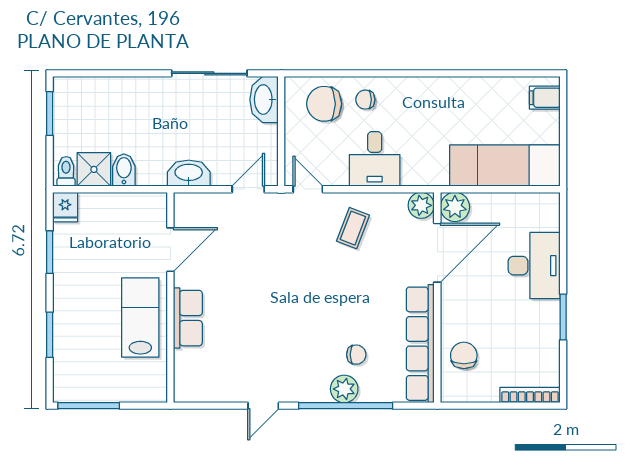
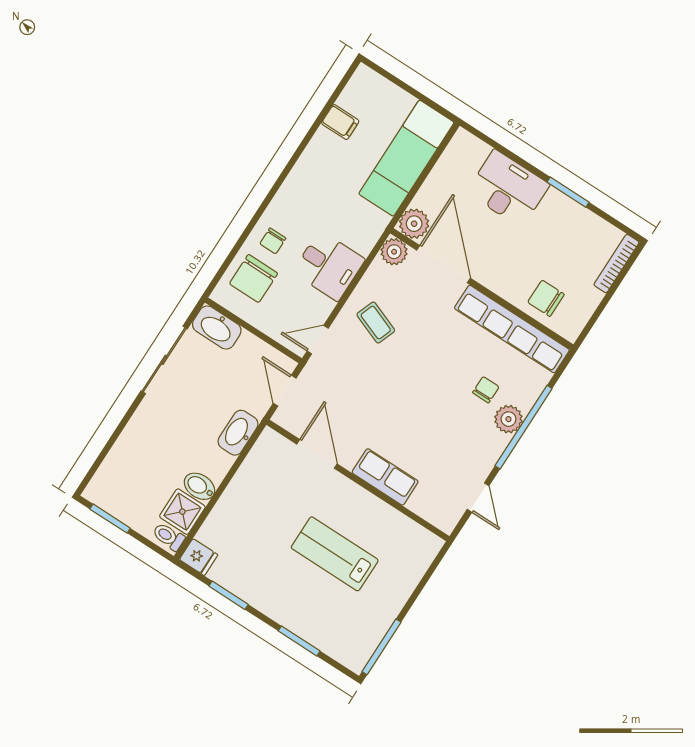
filing cabinet: (545, 98) -> (340, 122), moved, turned -90
door: (170, 250) -> (317, 454), moved
wall: (170, 297) -> (358, 480), moved
row of seats: (188, 318) -> (385, 477), moved

